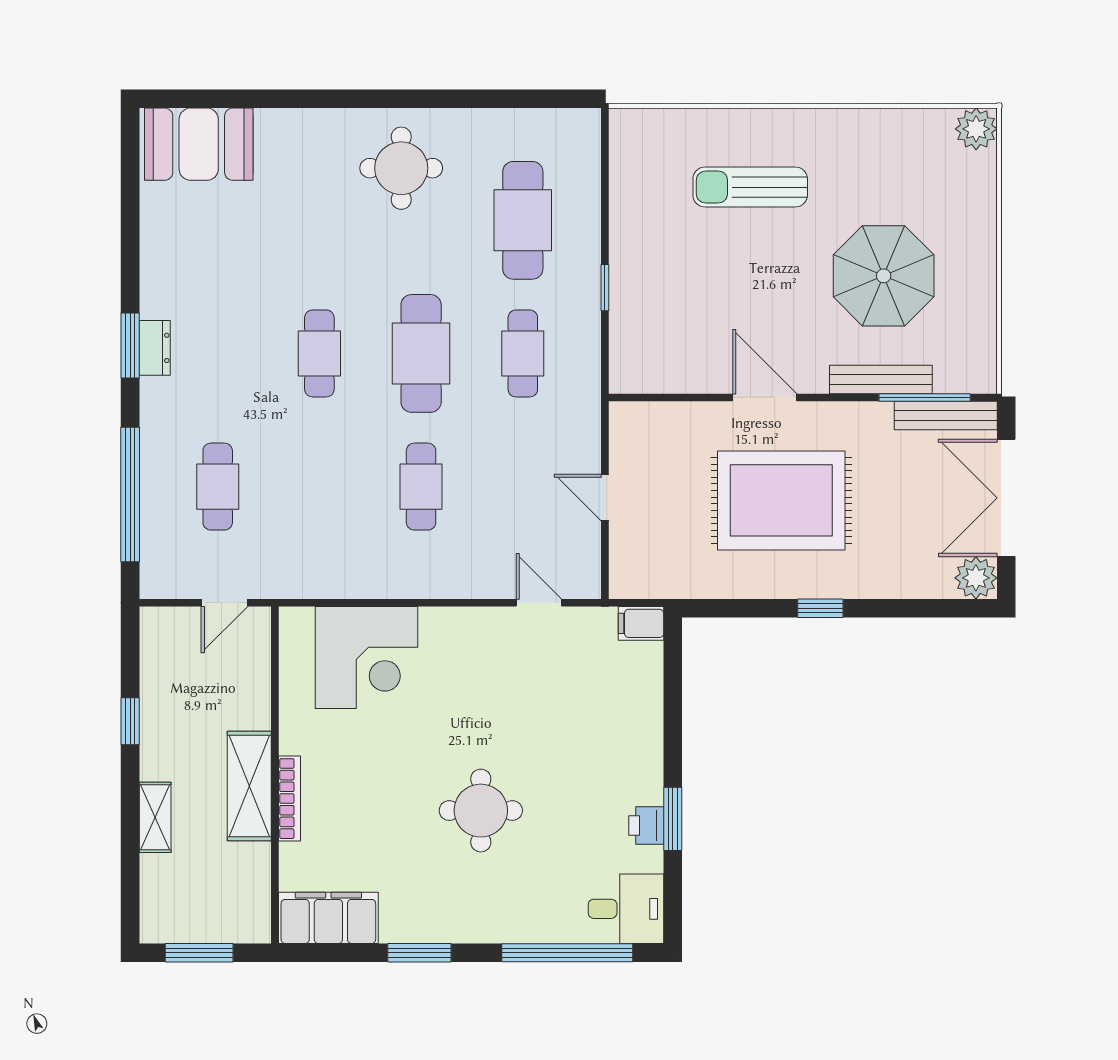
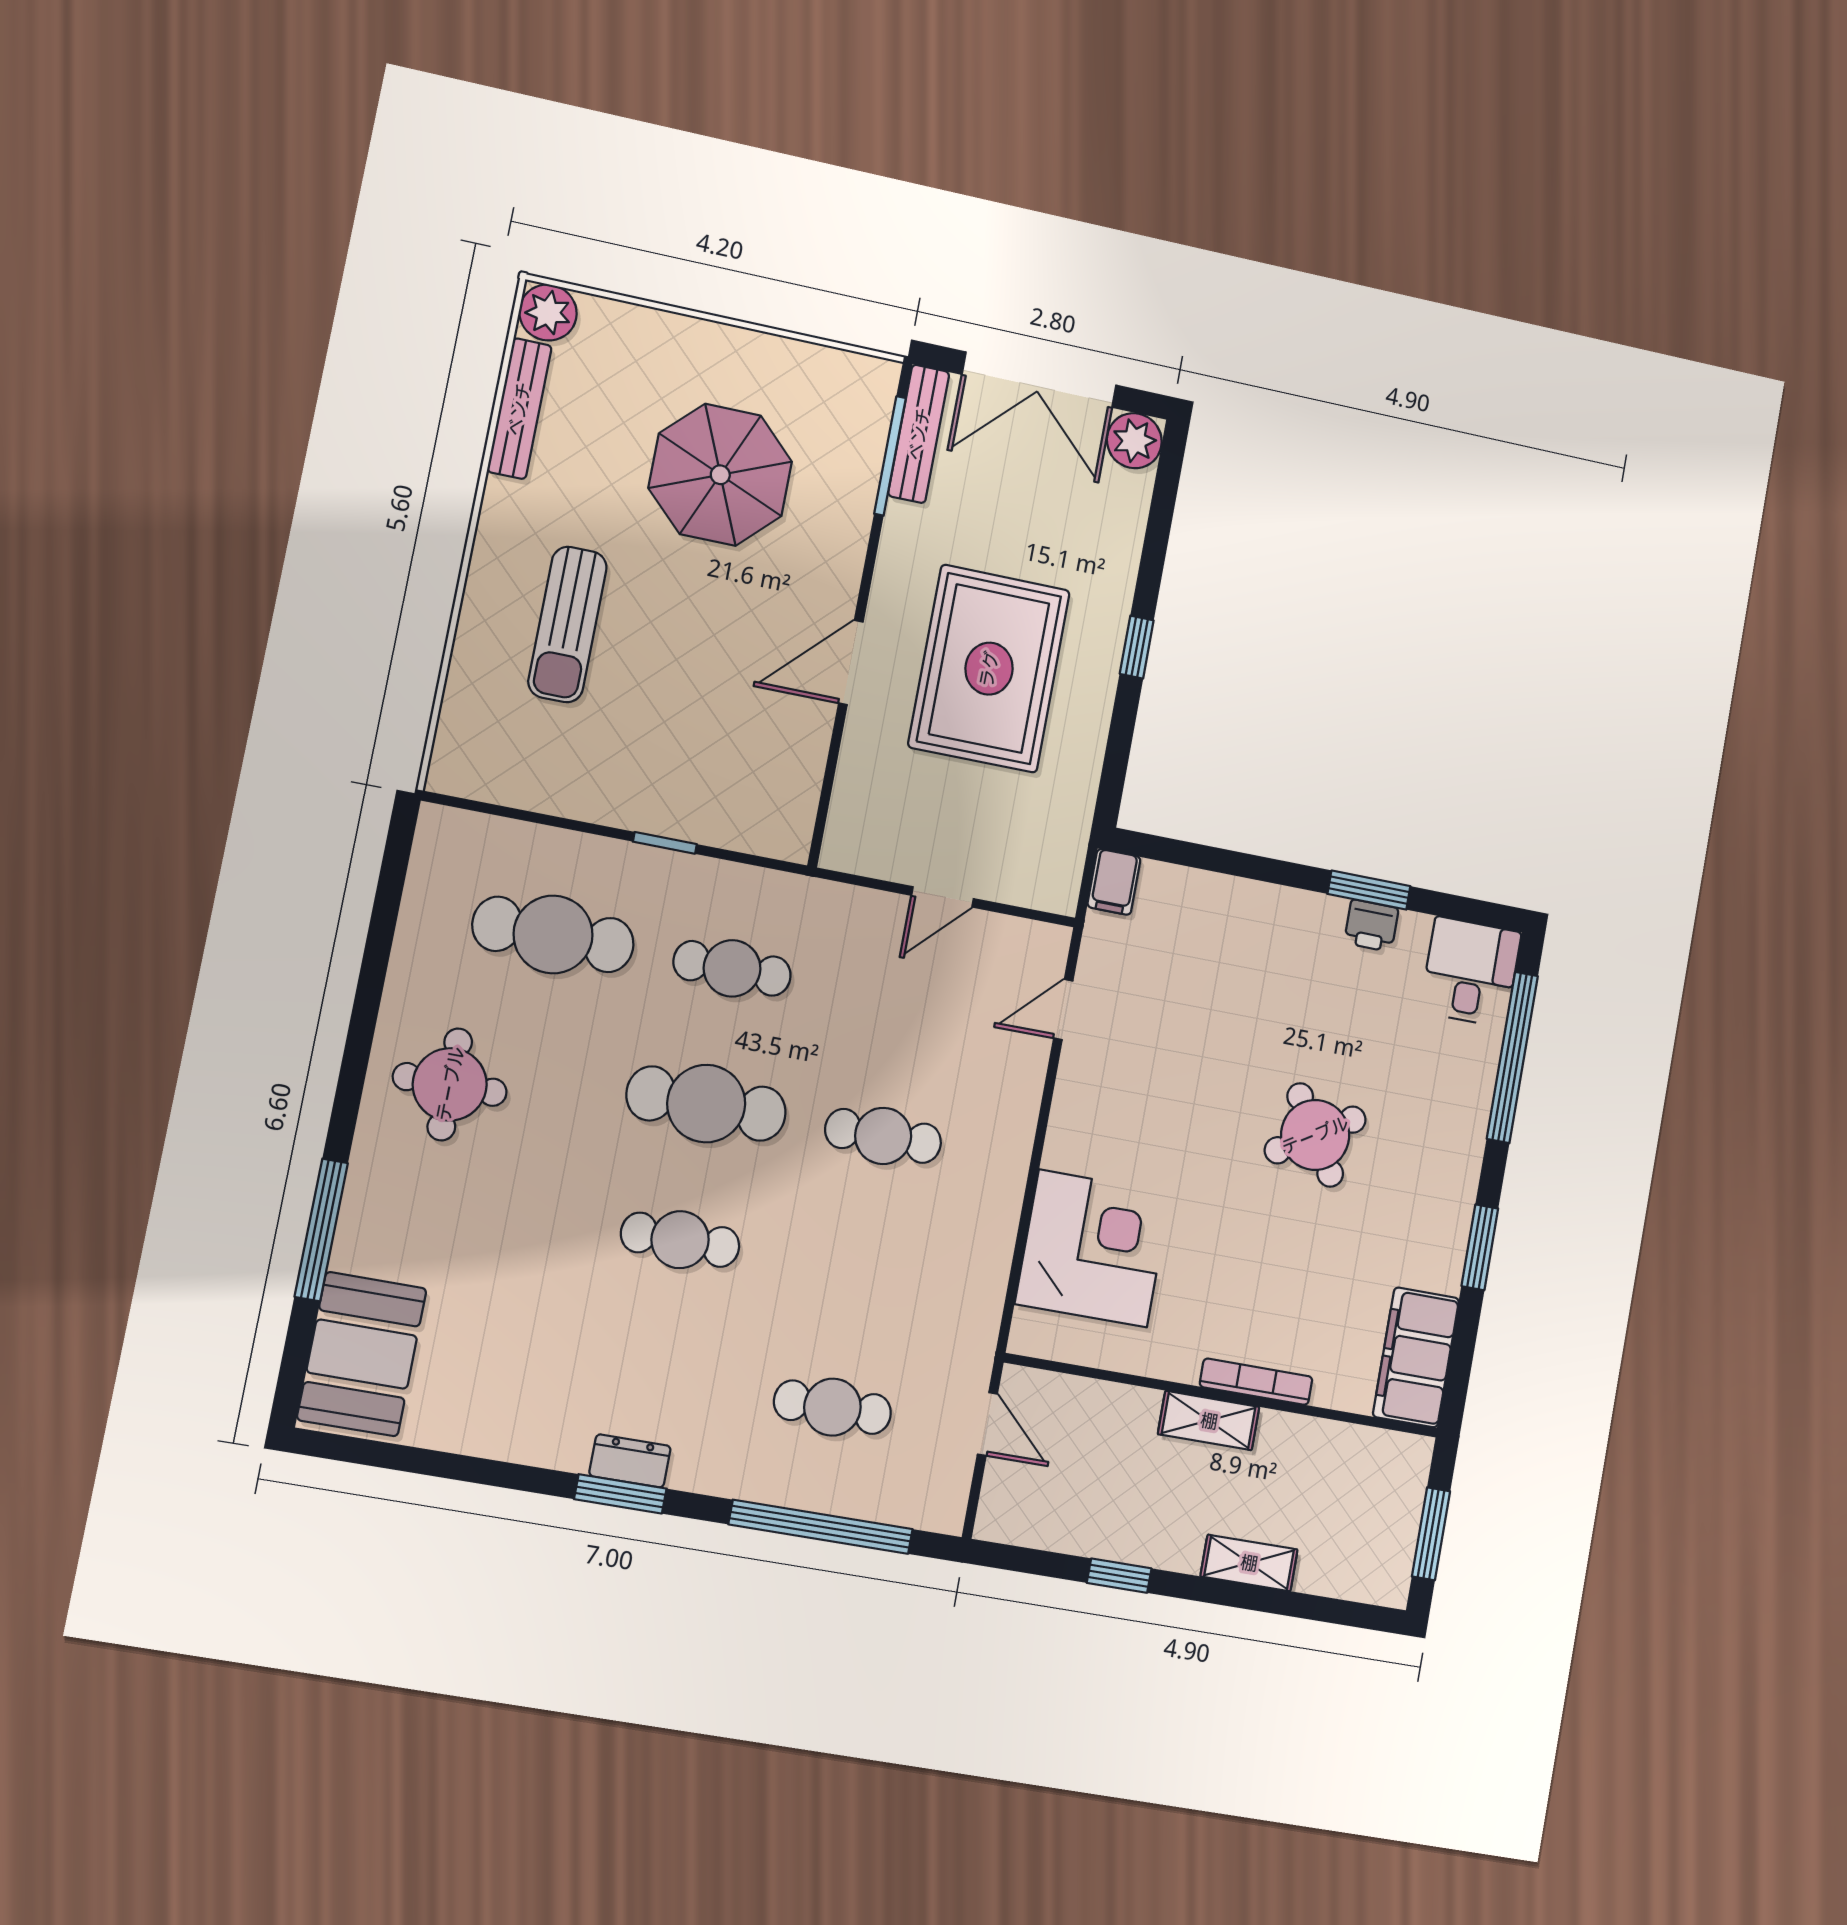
window: (282, 99) -> (321, 1230), added
bench: (881, 379) -> (519, 409), moved
shelving: (249, 786) -> (1209, 1421), width x0.67, depth x0.75
round table: (481, 811) -> (1315, 1135), turned -32

